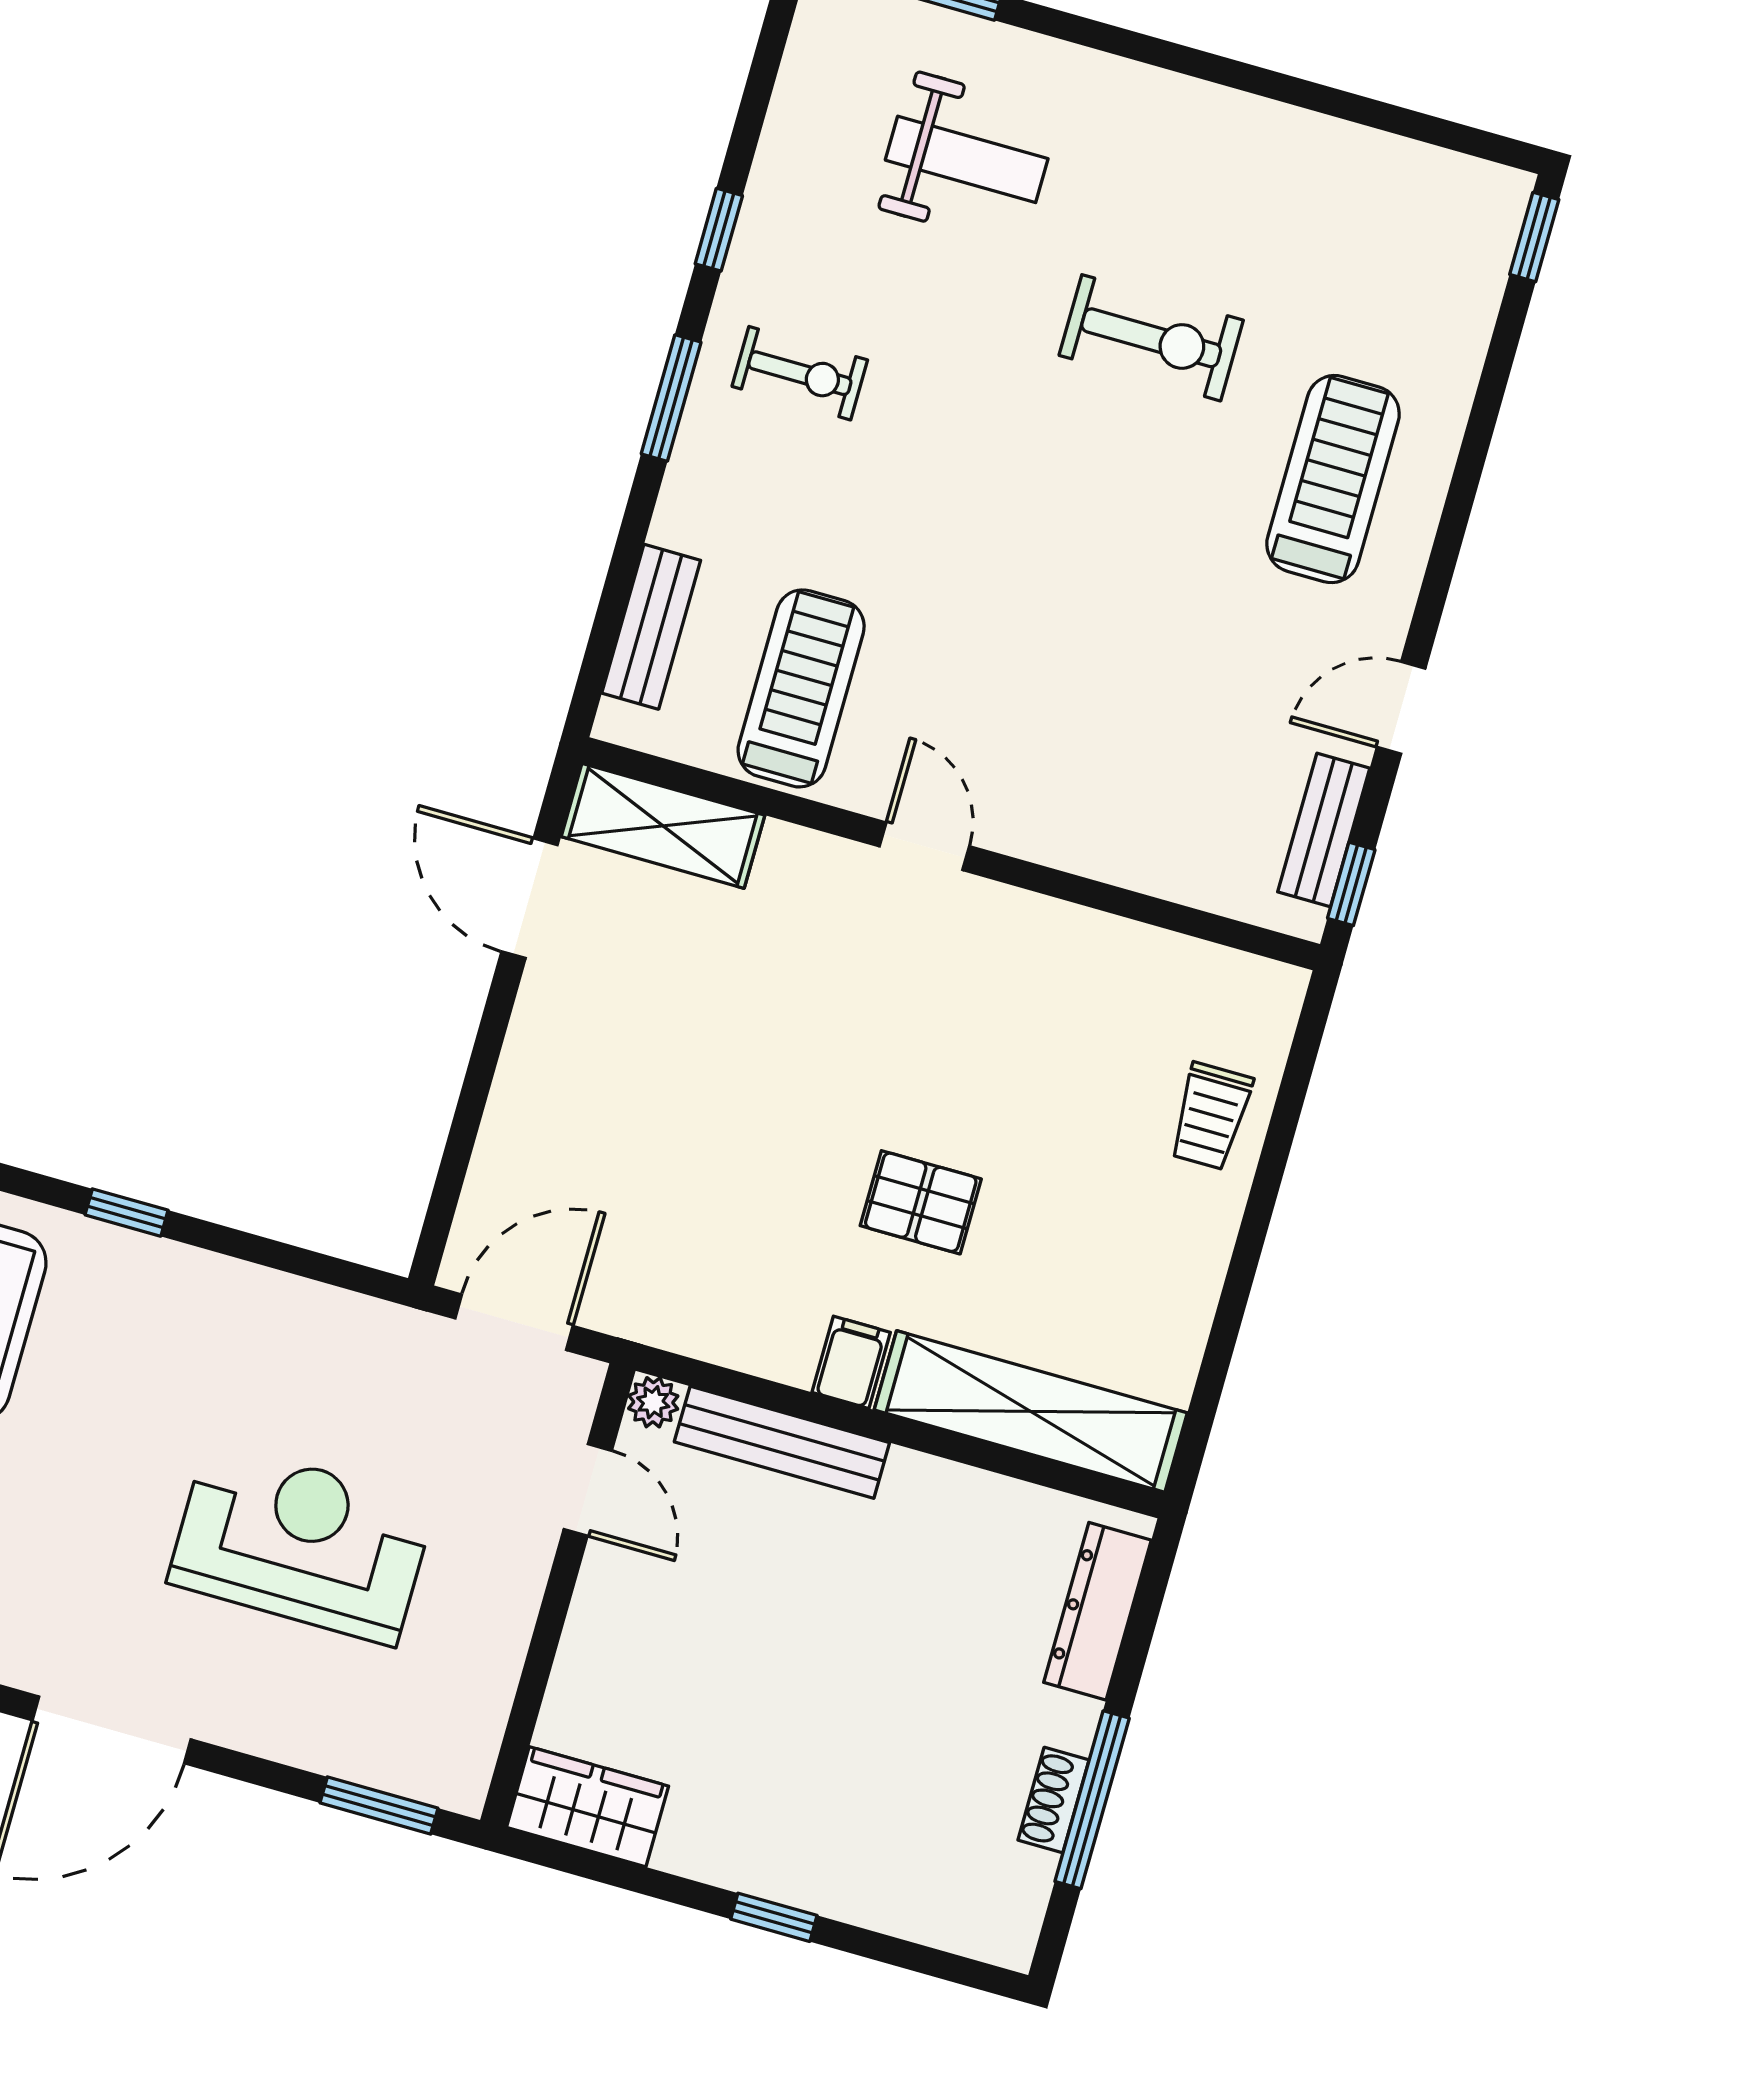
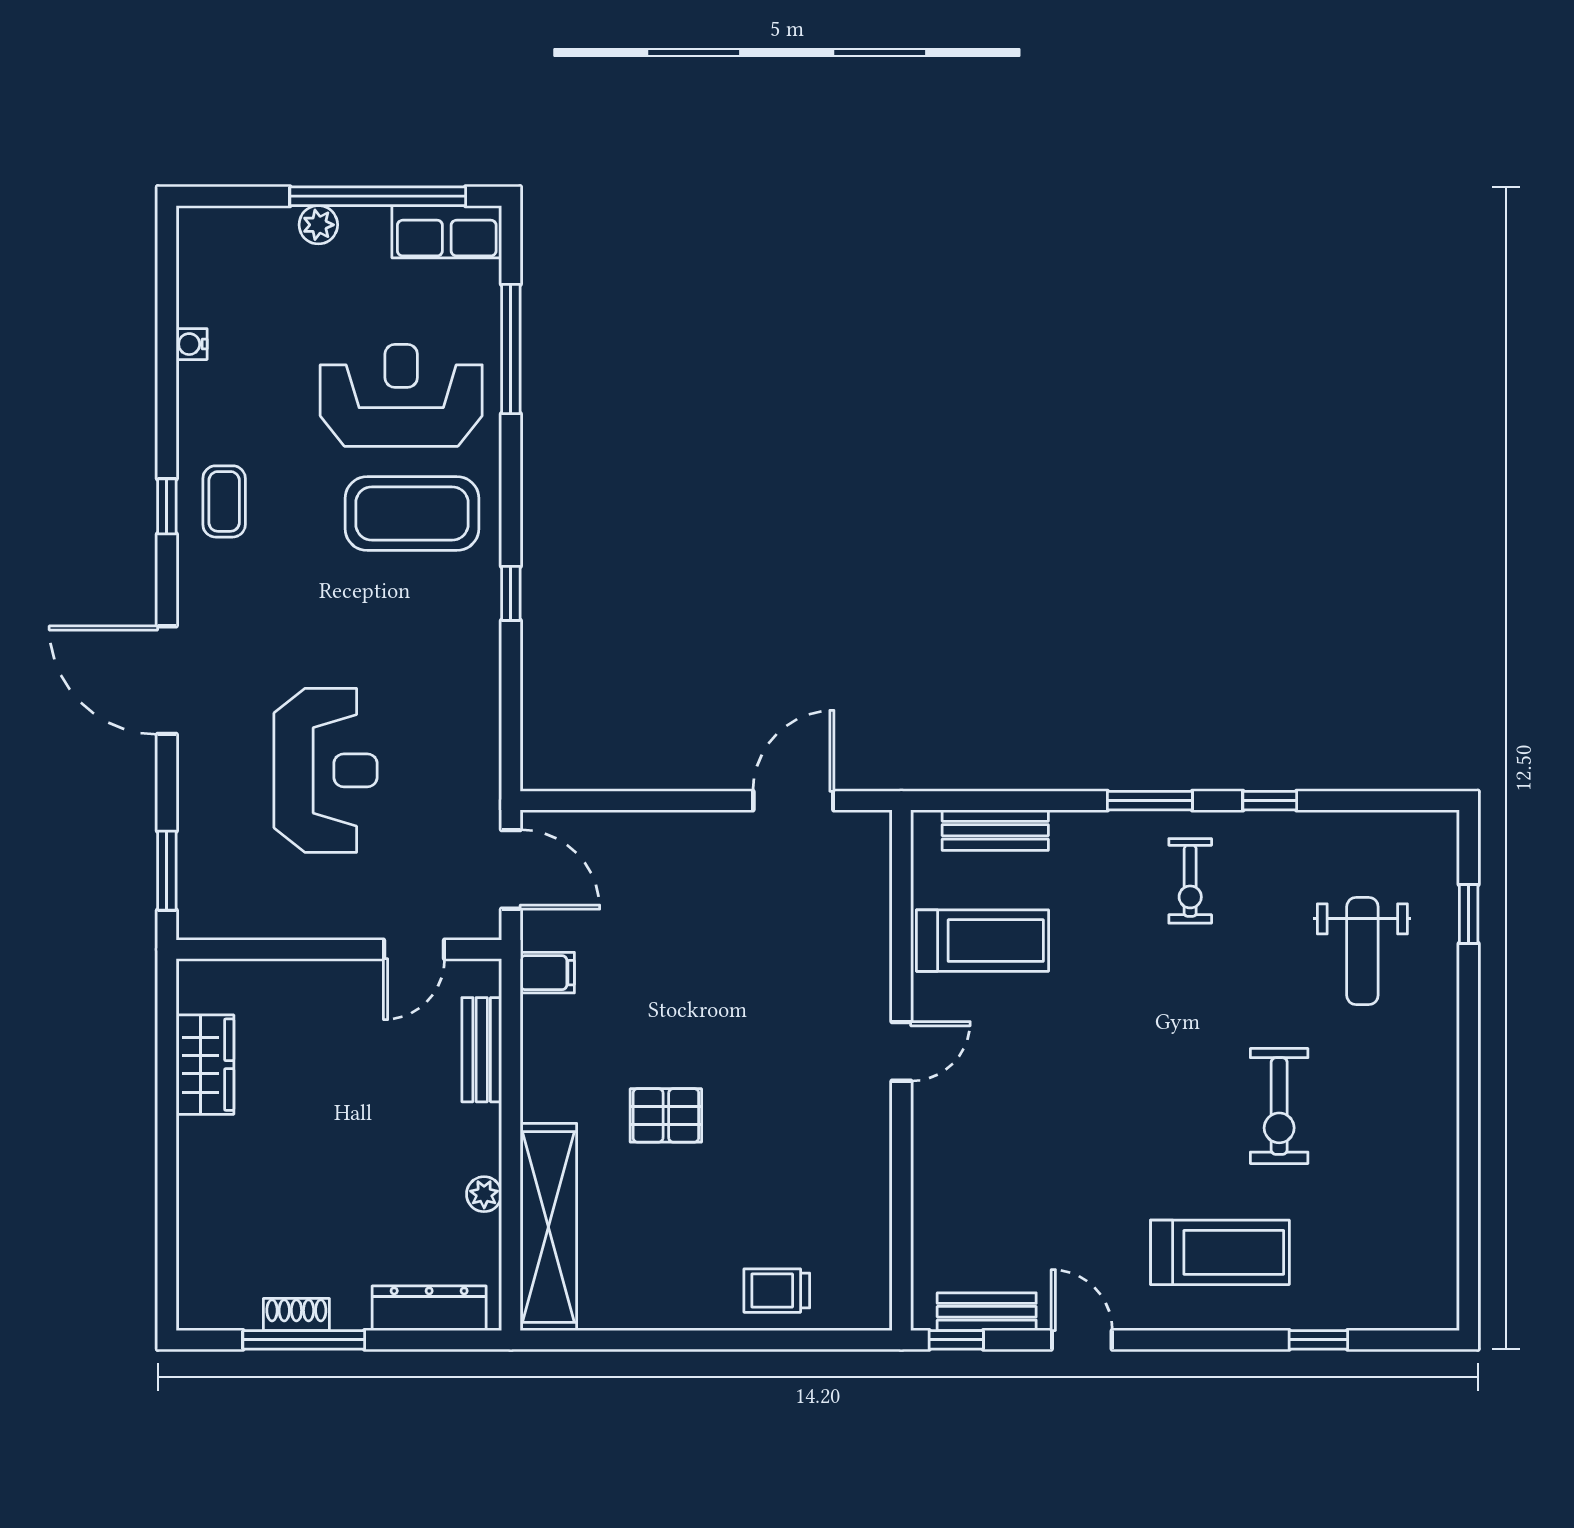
window: (1534, 237) -> (1318, 1340), moved
shelving: (663, 826) -> (866, 875), removed
pallet: (921, 1202) -> (666, 1115), turned 90
filing cabinet: (851, 1362) -> (547, 973), moved
plant: (653, 1402) -> (484, 1194), moved
bench: (782, 1442) -> (482, 1050), width x0.73
wardrobe: (588, 1807) -> (205, 1065), moved
window: (774, 1917) -> (167, 1152), removed

